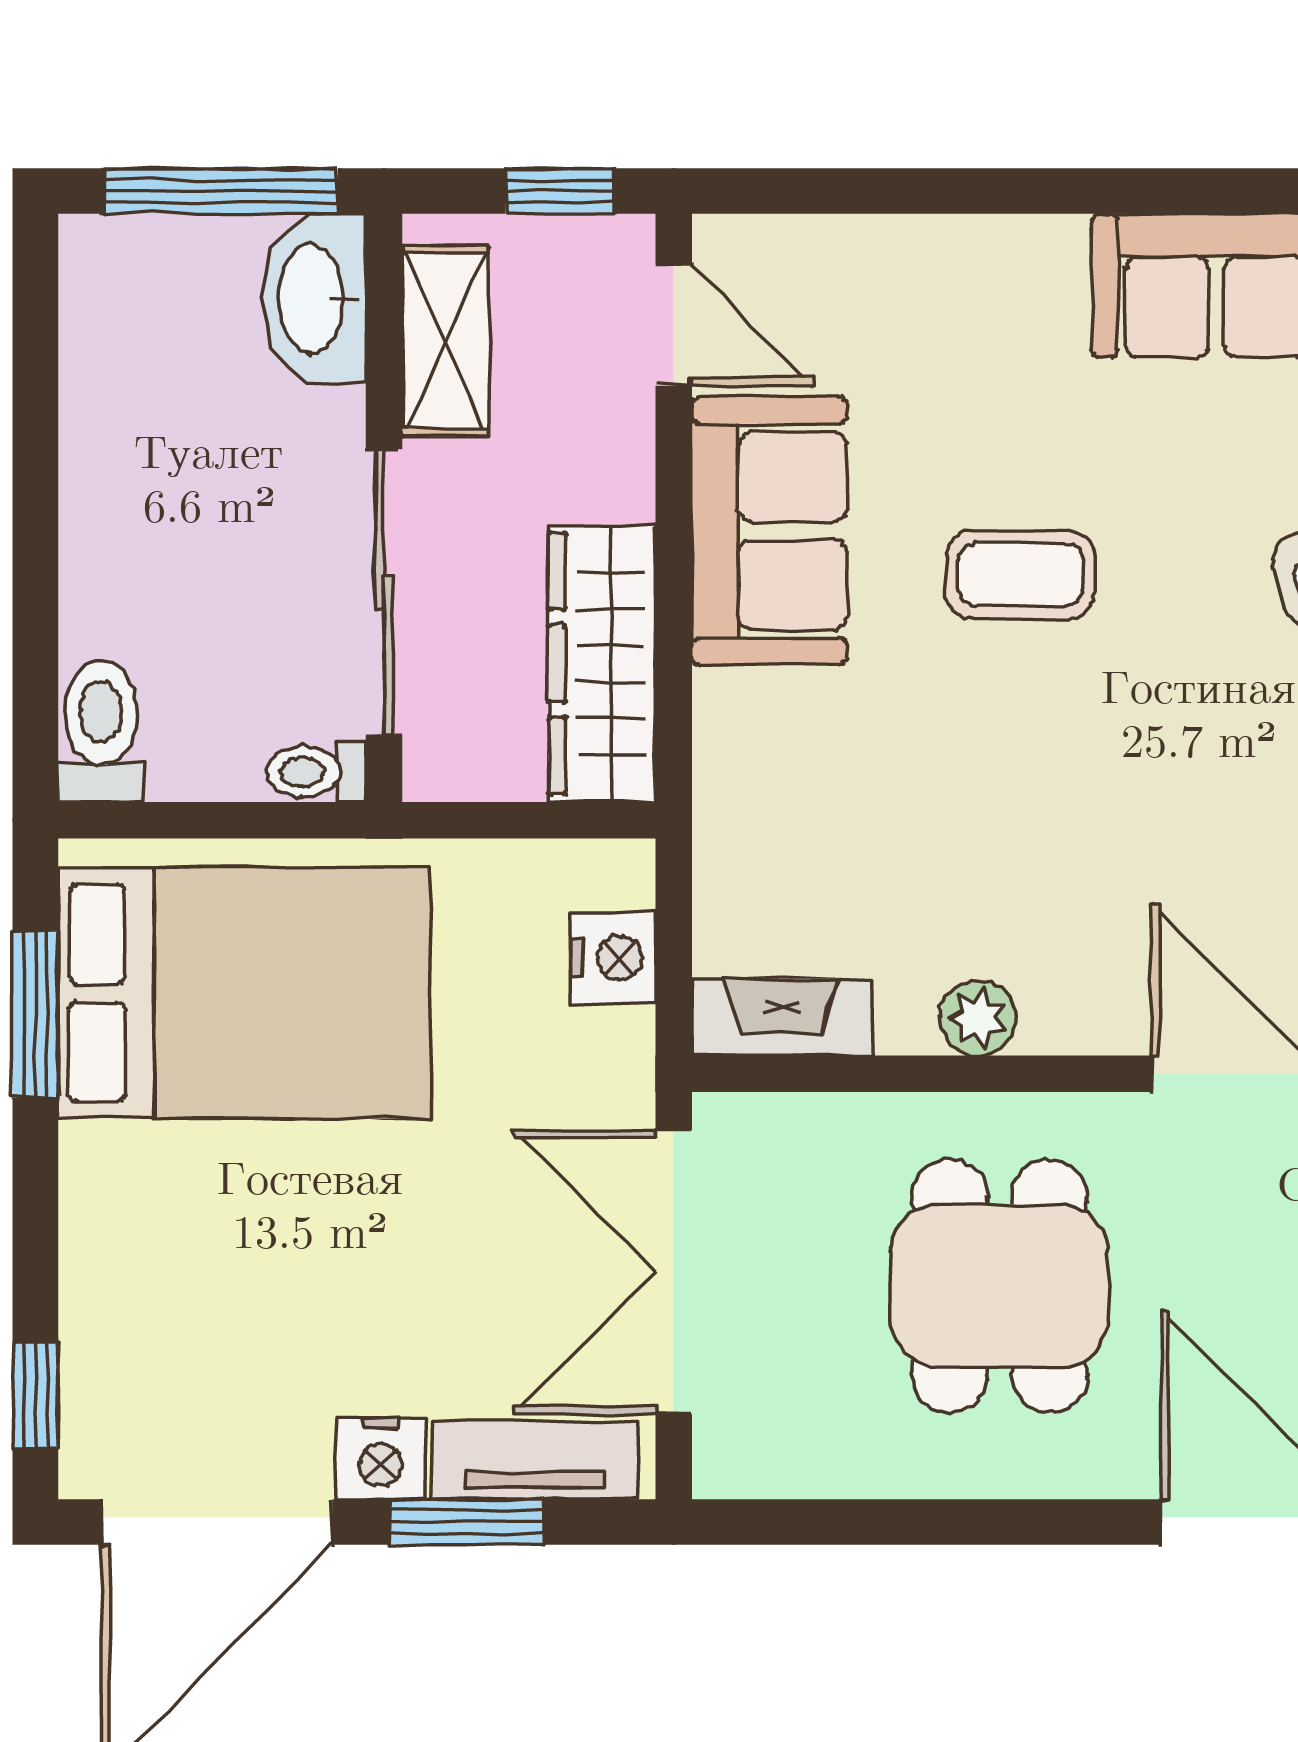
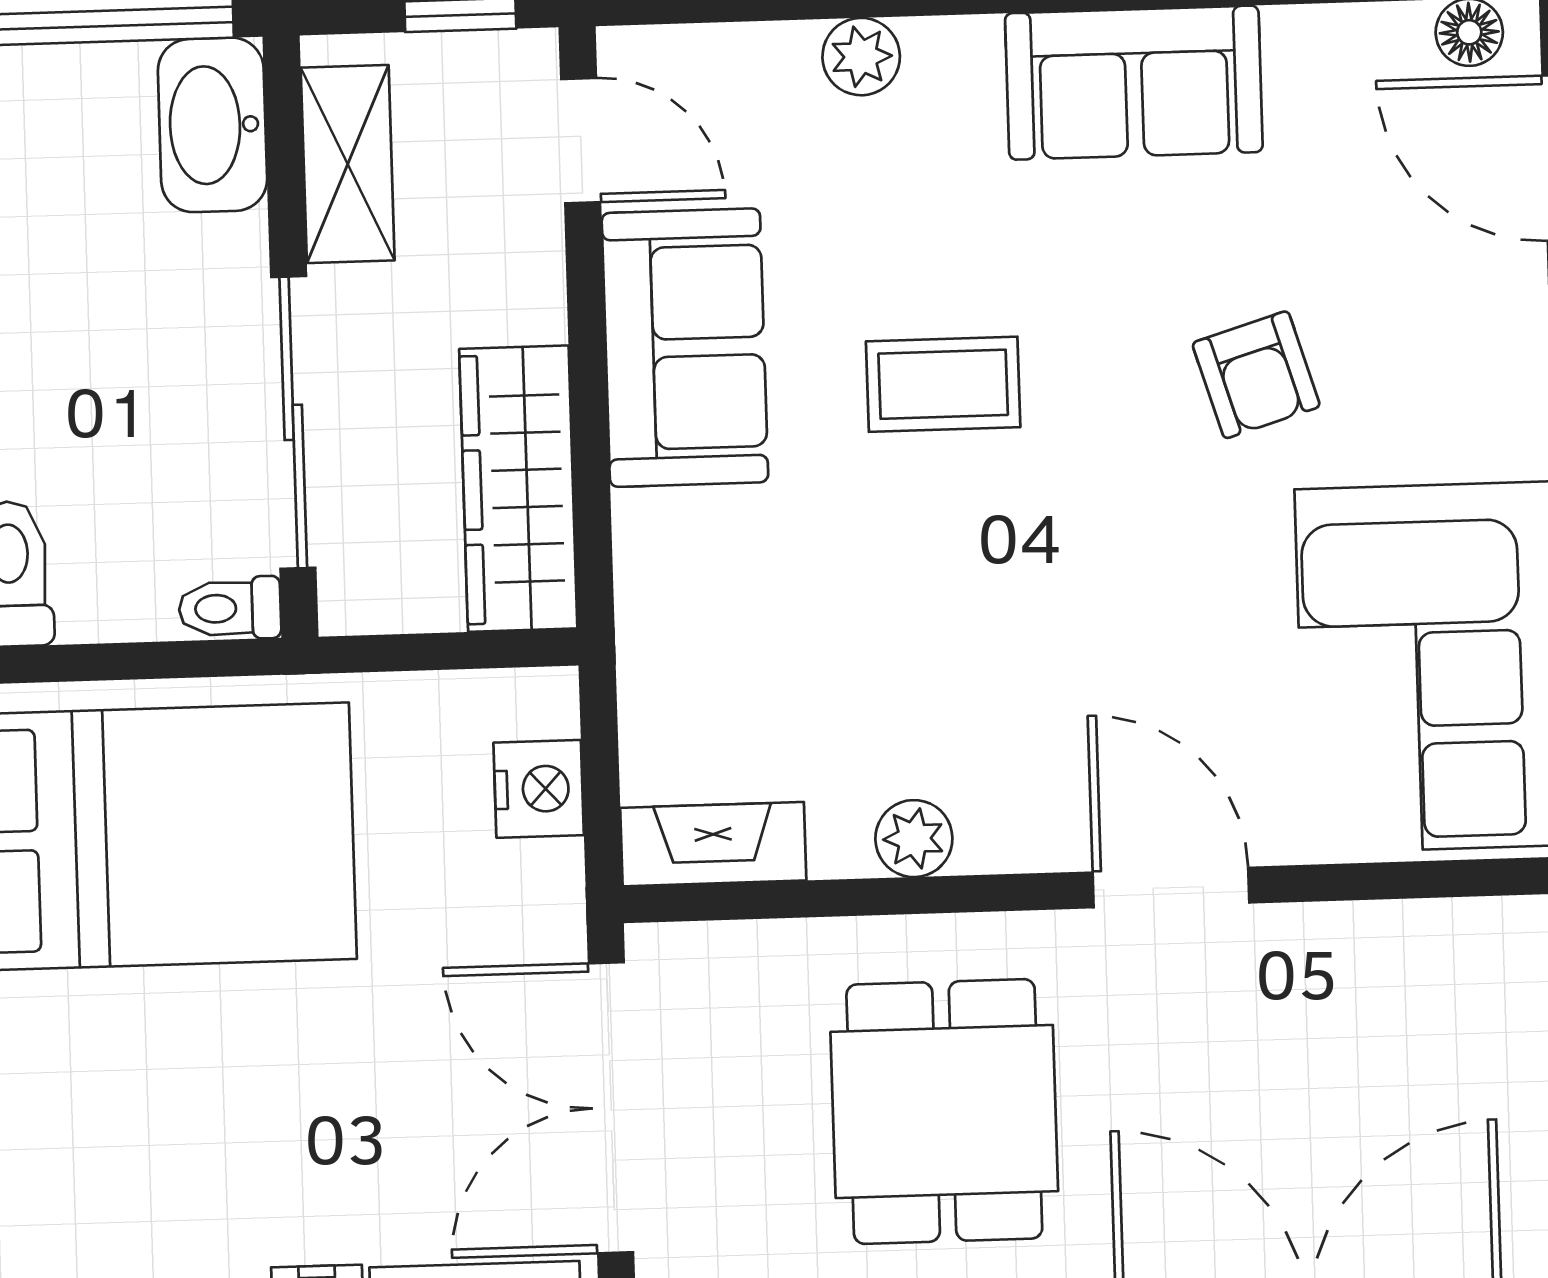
plant: (951, 252) -> (861, 57), added

